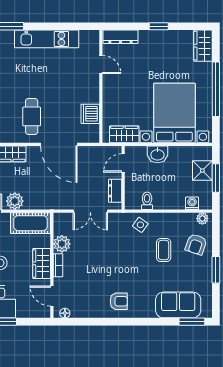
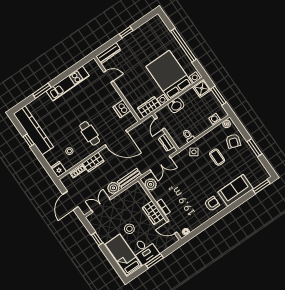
wardrobe: (203, 46) -> (159, 26), removed
shower: (202, 171) -> (202, 88), moved
bench: (42, 203) -> (129, 179), added
cot: (30, 223) -> (131, 194), removed
plant: (62, 244) -> (151, 184), moved
sofa: (178, 305) -> (236, 190), moved

